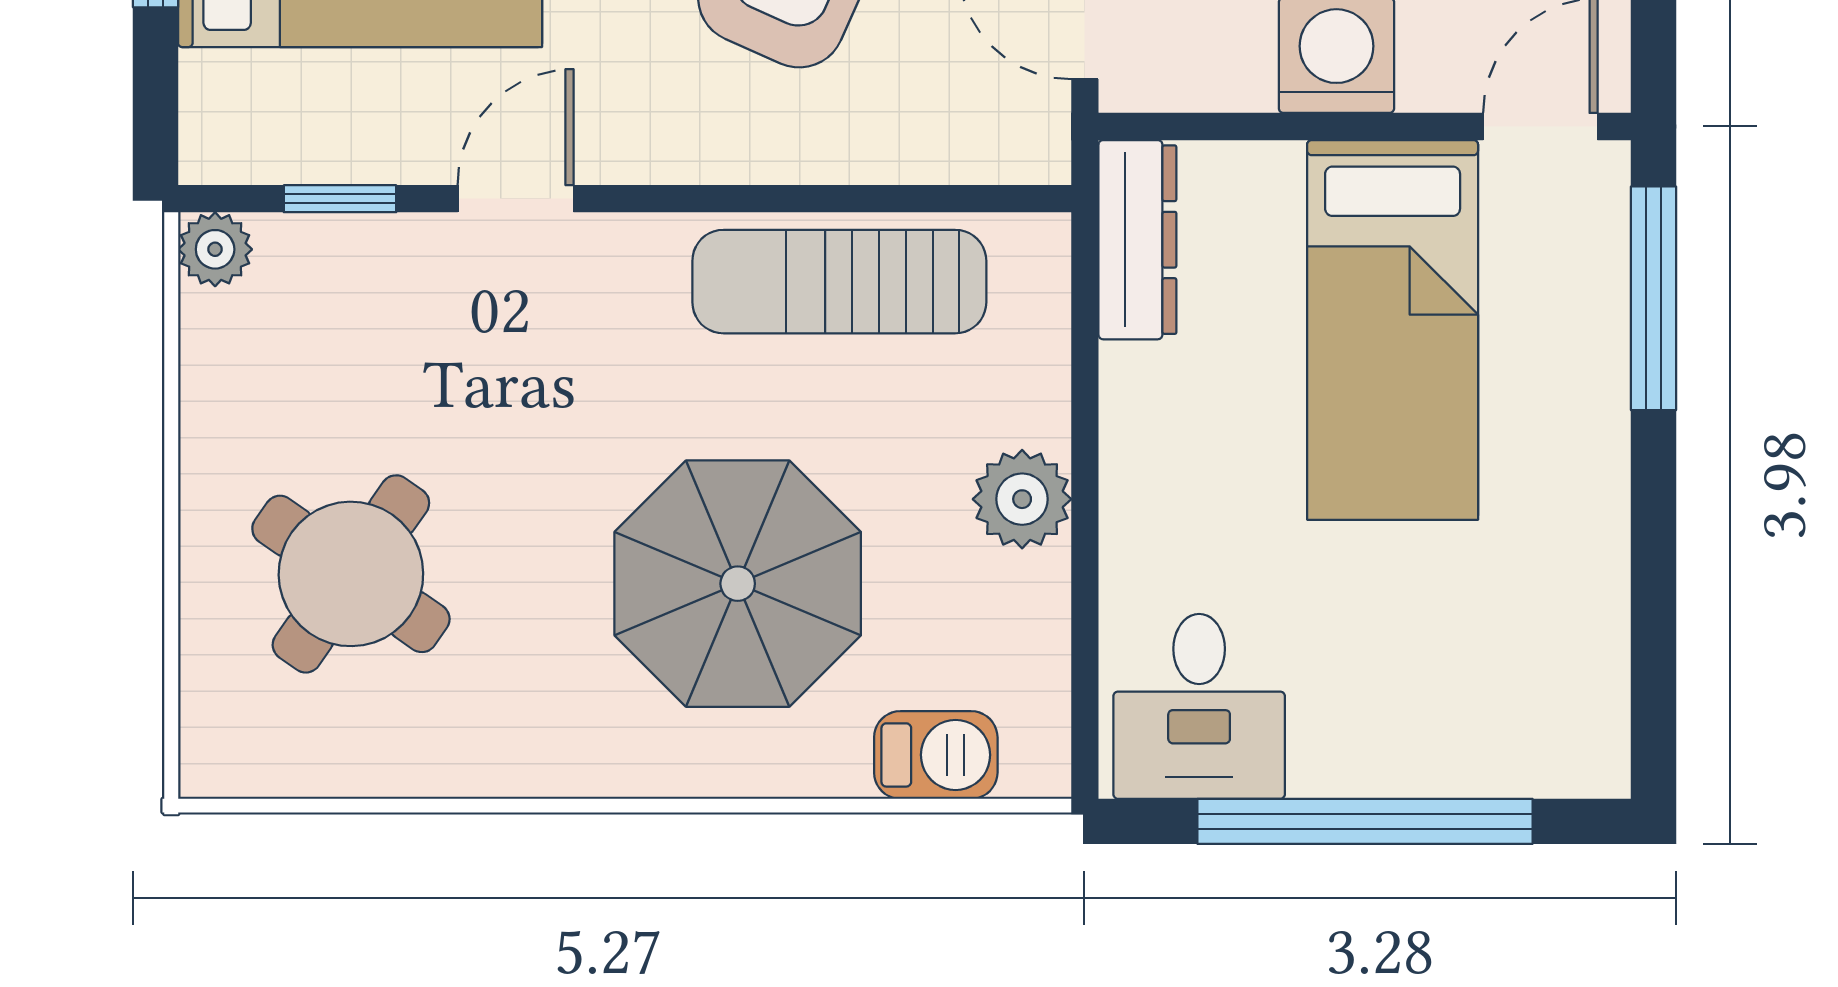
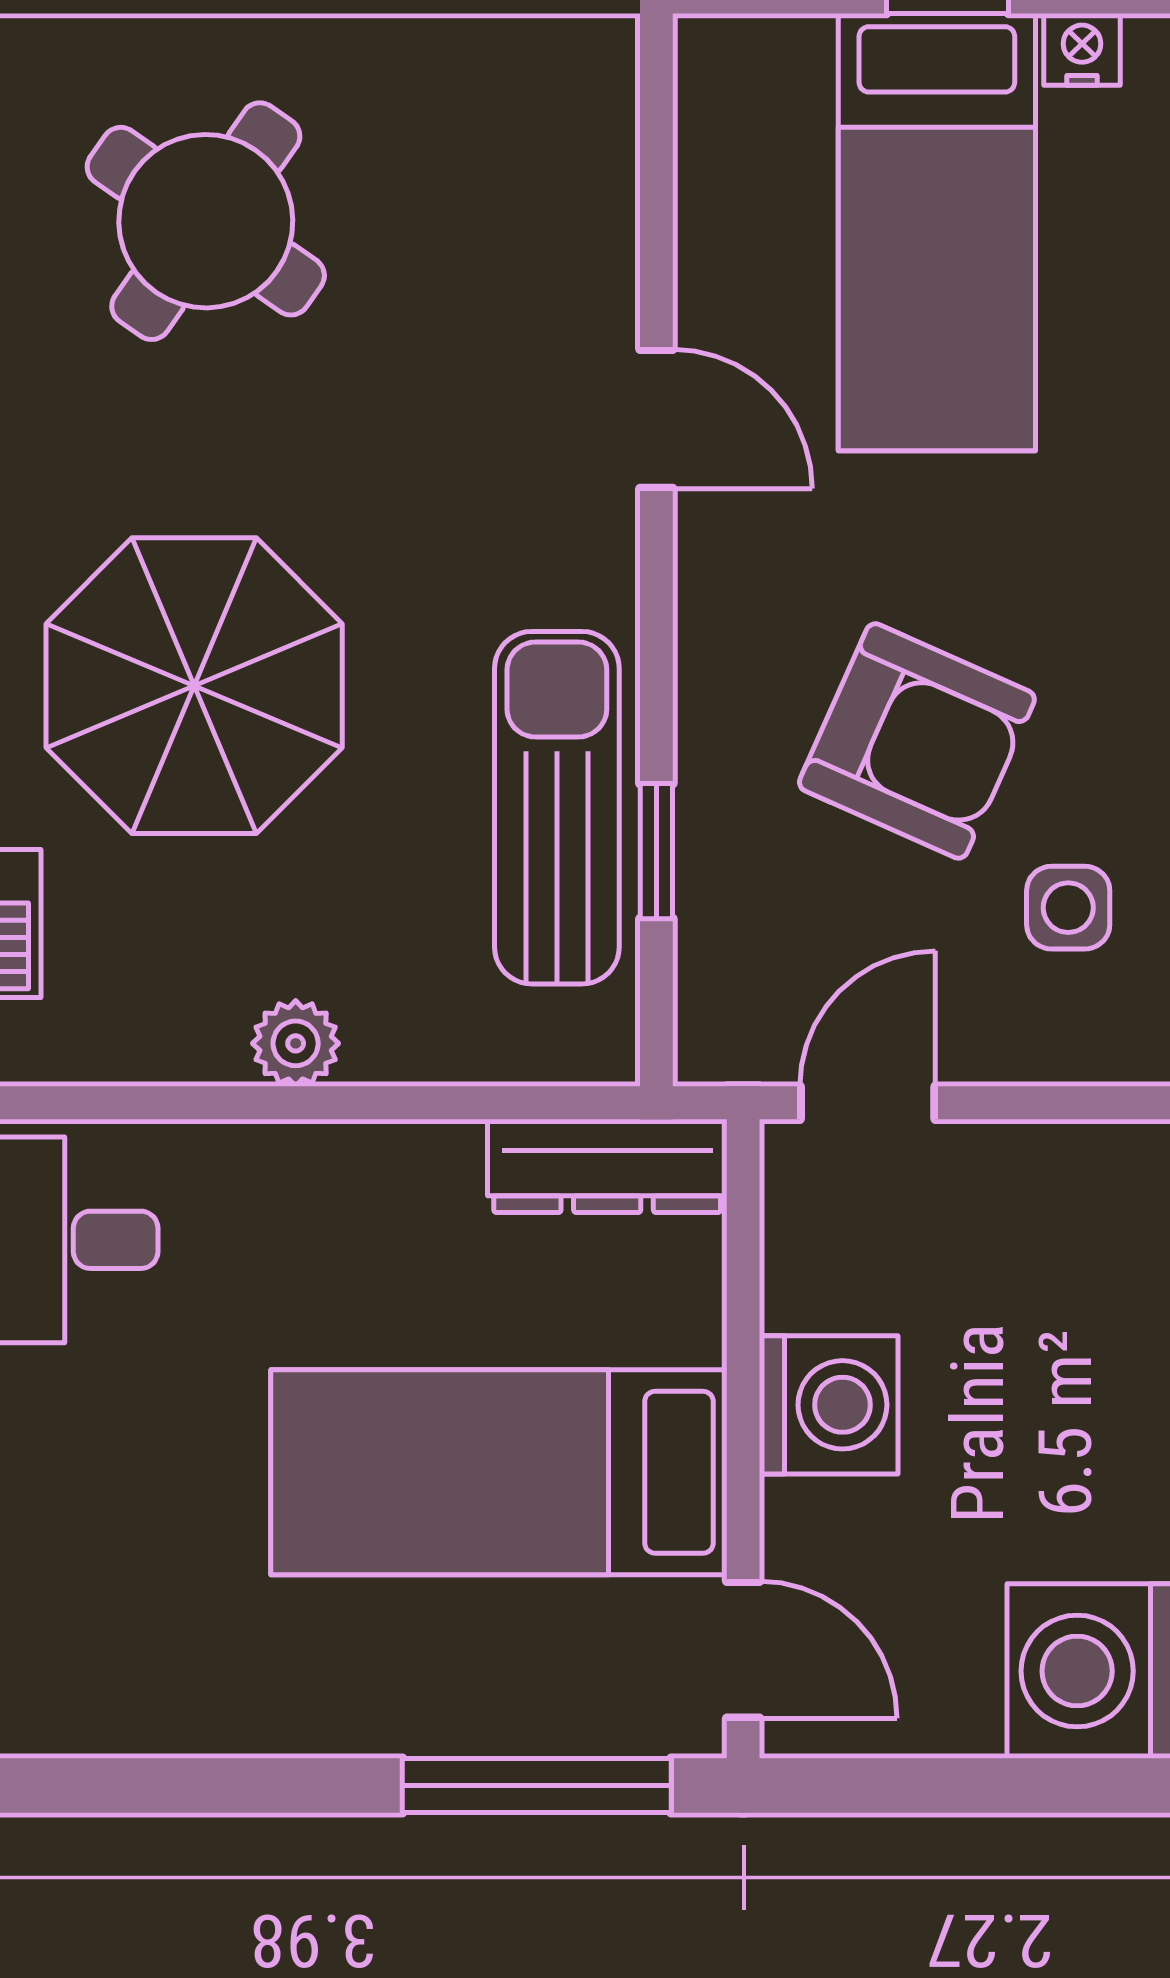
window: (340, 199) -> (656, 851), moved
plant: (215, 249) -> (596, 58), removed
plant: (1022, 499) -> (296, 1043), width x0.73, depth x0.73

